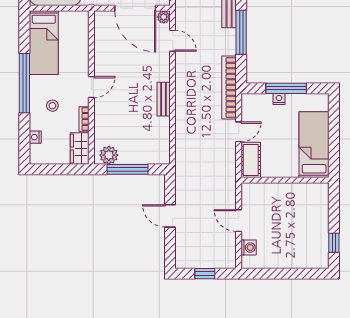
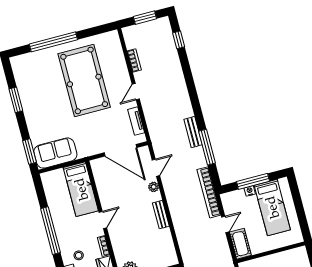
plant: (164, 17) -> (154, 187), moved
door: (173, 41) -> (156, 168), hinge flipped
bed: (44, 43) -> (81, 189), moved
stool: (52, 106) -> (79, 255), moved
bed: (314, 145) -> (272, 207), moved, turned 180

